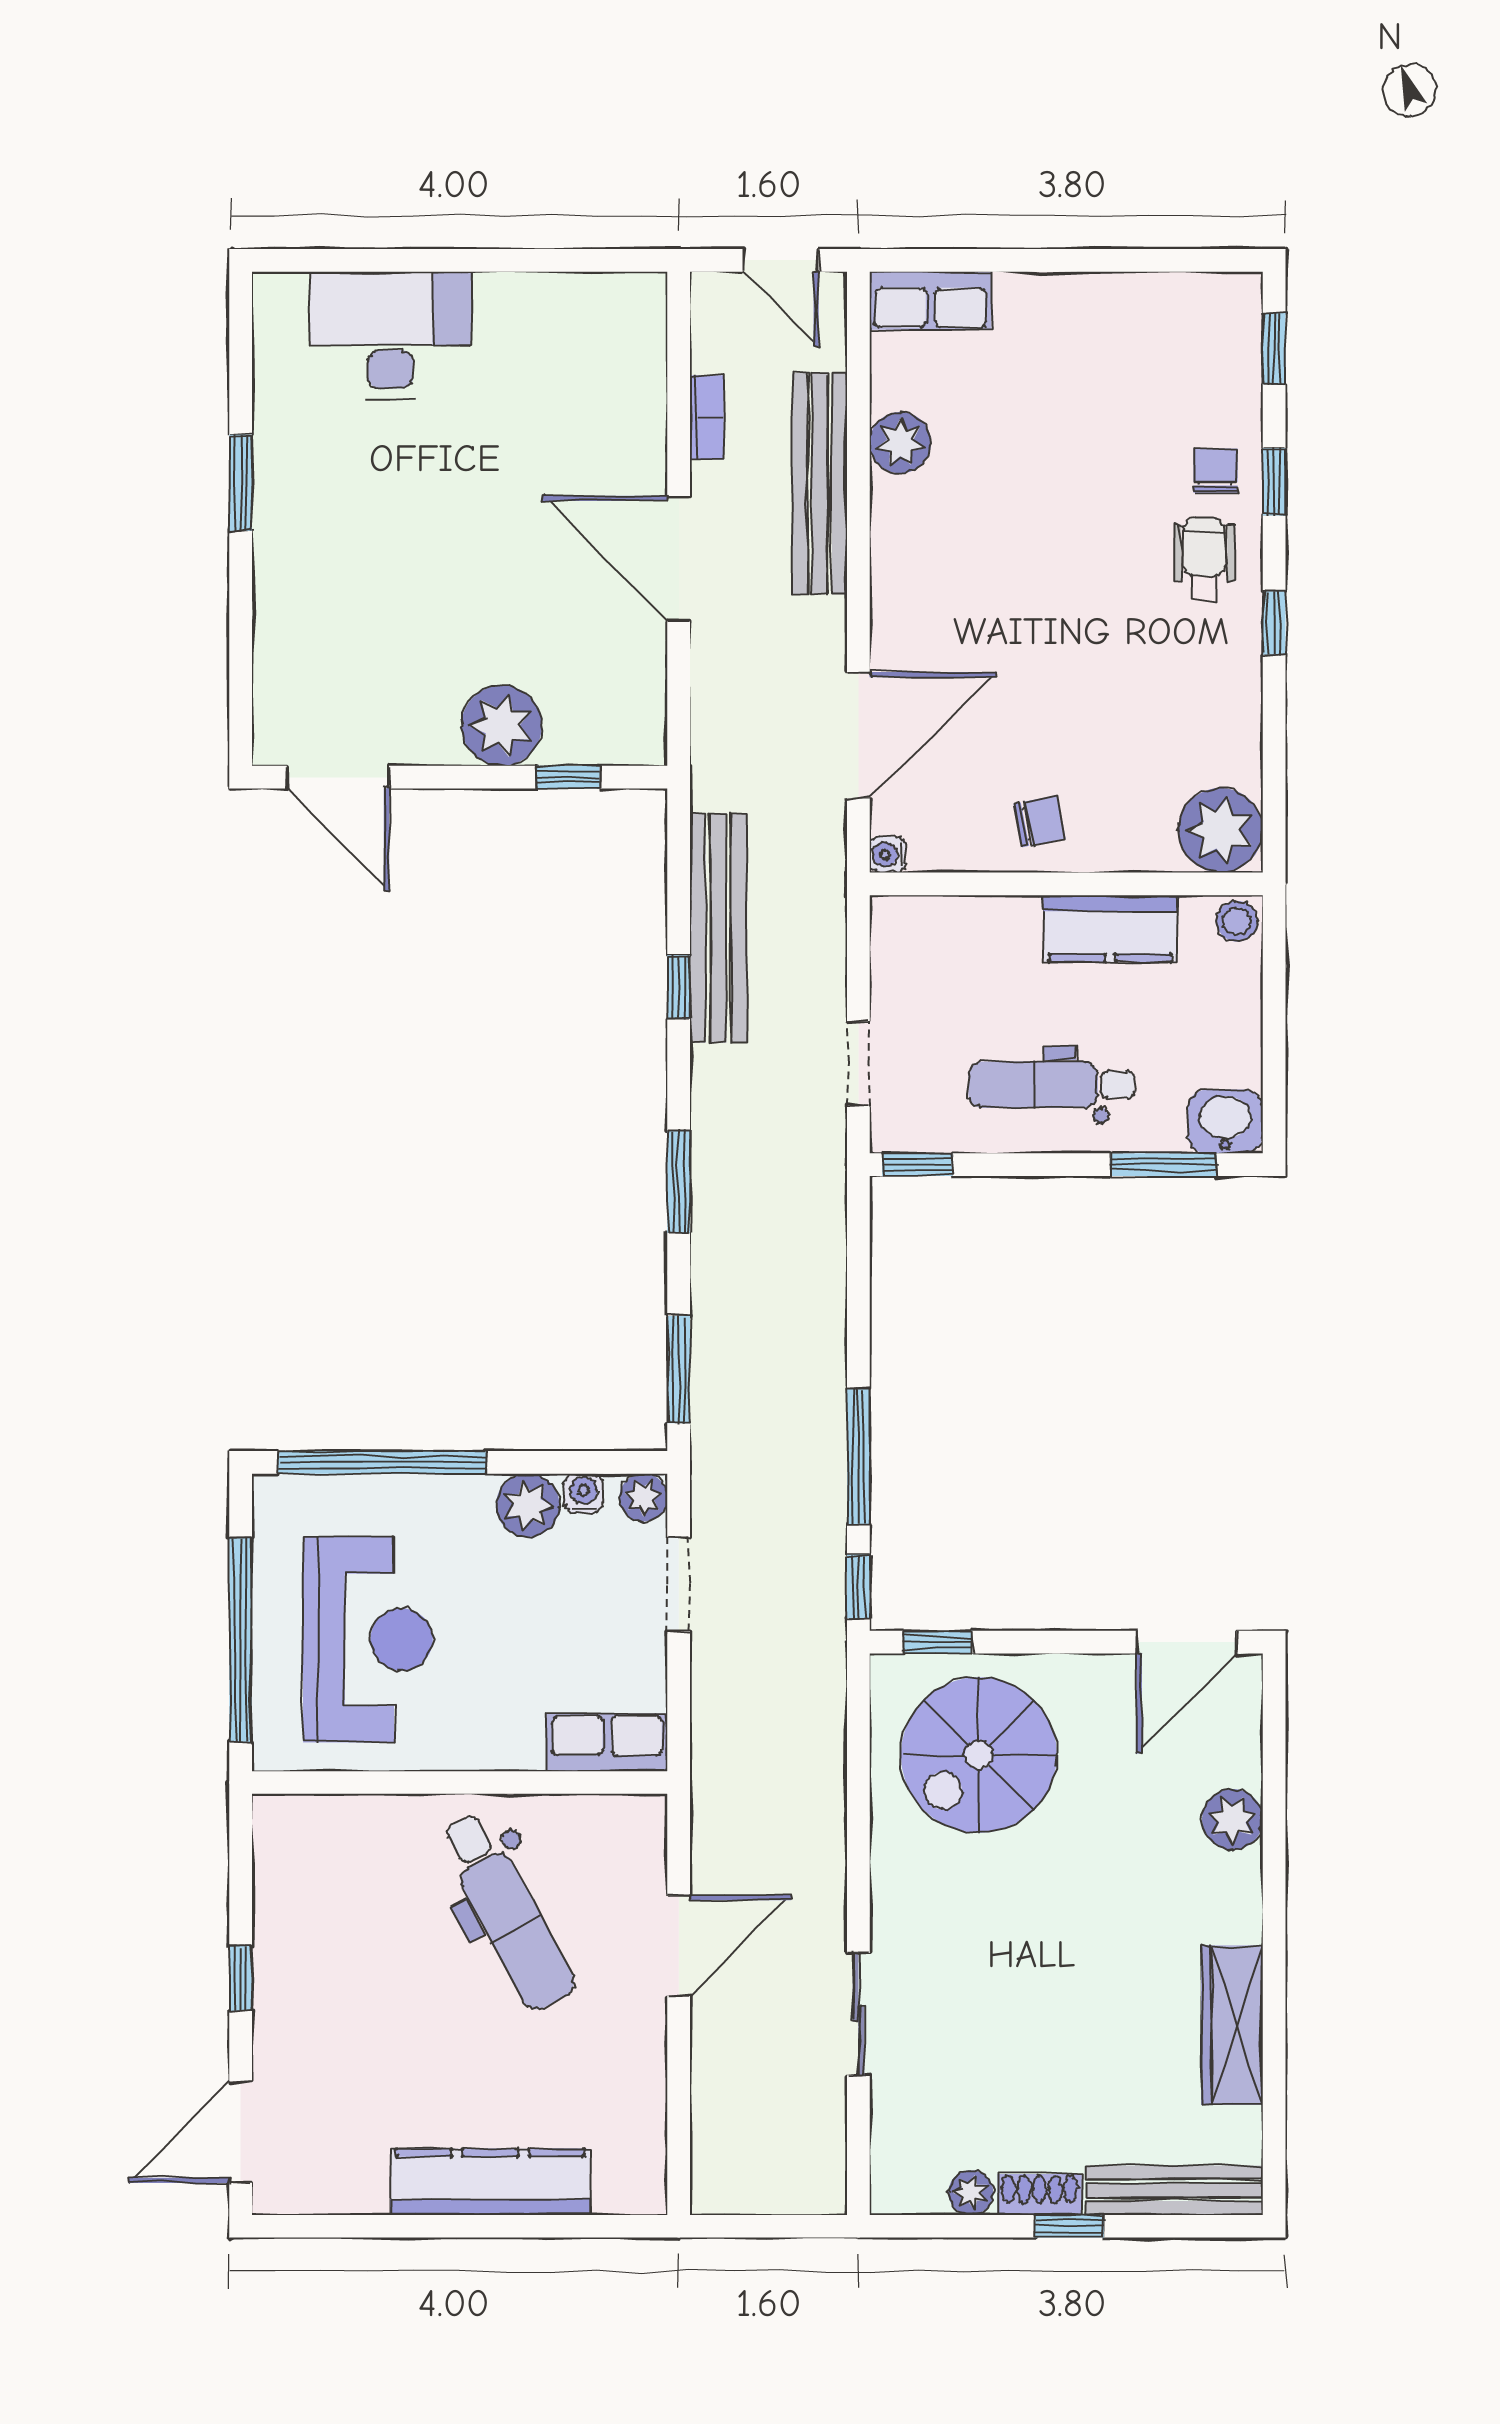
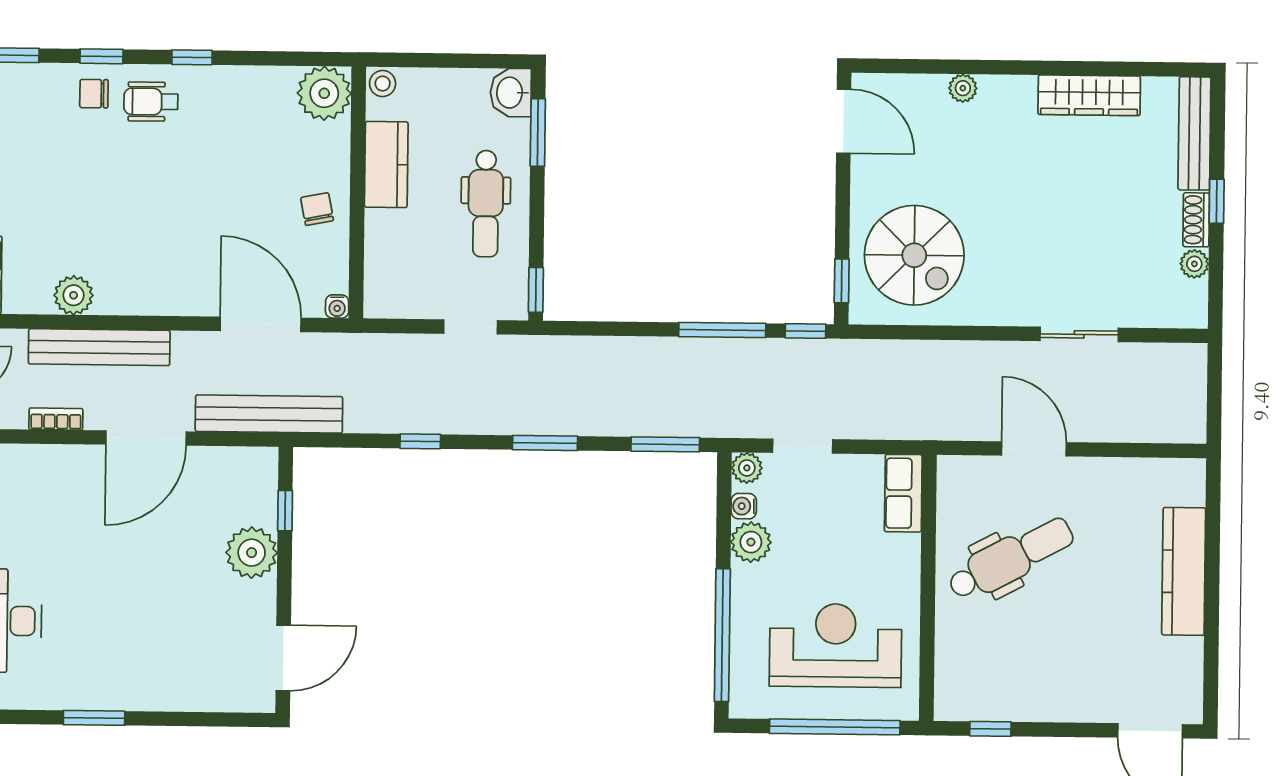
bench: (718, 928) -> (269, 414), moved
plant: (1232, 1819) -> (963, 88), width x0.73, depth x0.73
window: (241, 1978) -> (990, 729), moved

